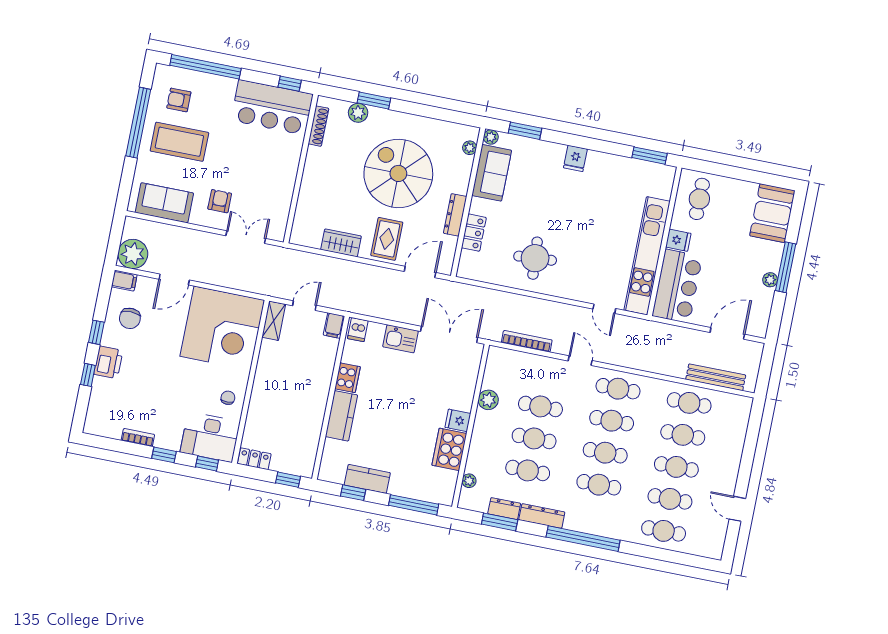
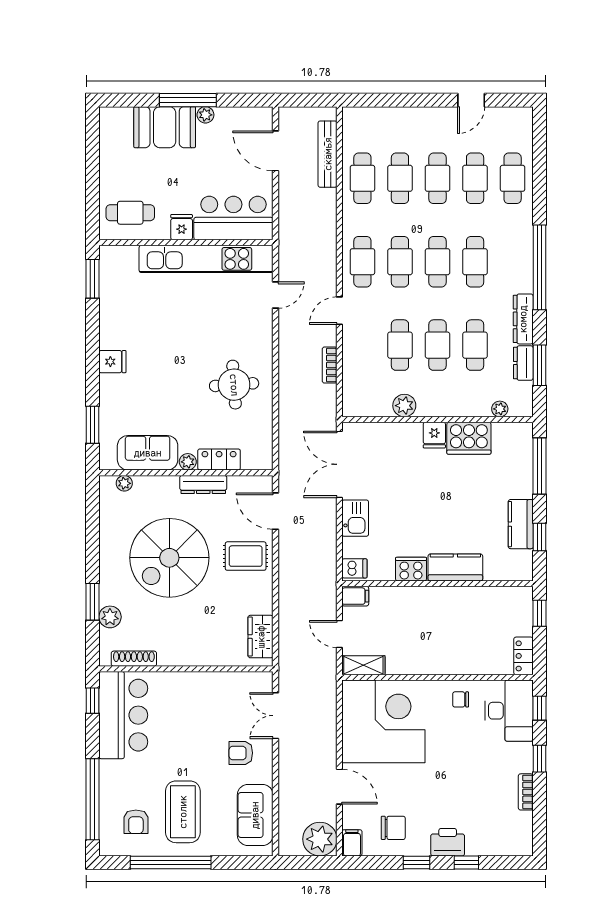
plant: (491, 137) -> (188, 462), moved
booth: (772, 213) -> (165, 127), moved
wardrobe: (341, 243) -> (261, 637), moved
bookcase: (527, 341) -> (330, 365), width x0.64

